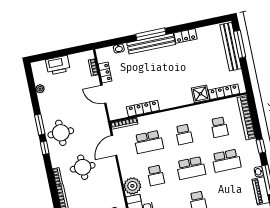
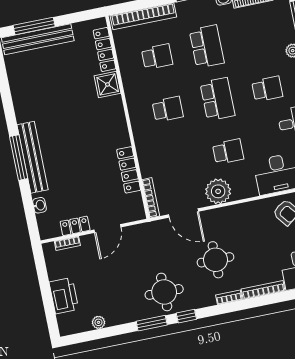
locker: (186, 36) -> (21, 106), removed
school desk: (149, 142) -> (178, 162), removed
plant: (132, 186) -> (218, 191), moved

